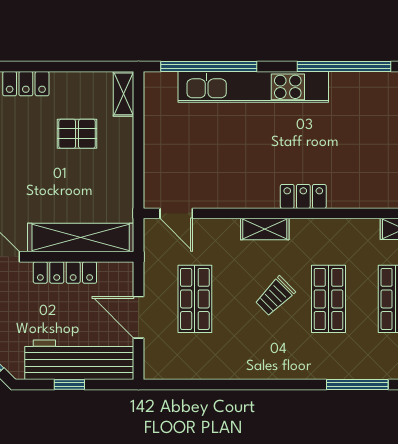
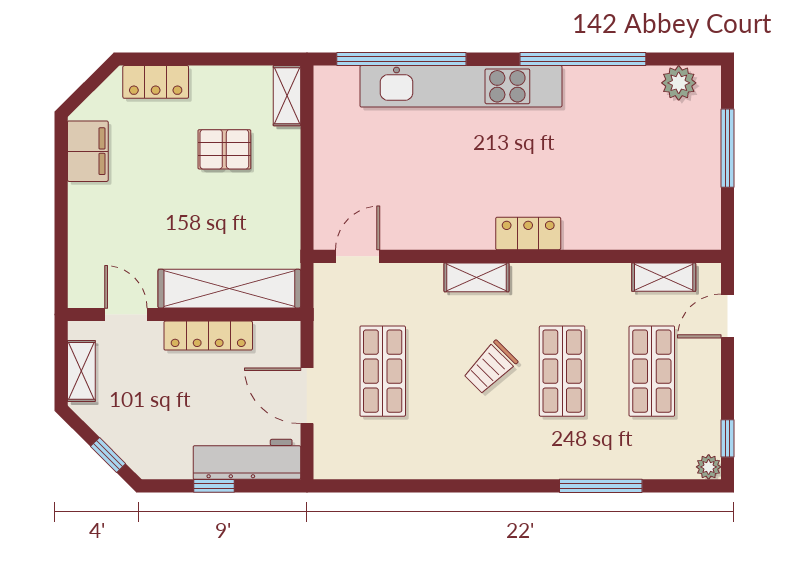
door: (176, 213) -> (358, 256), swing flipped
workbench: (79, 360) -> (247, 459), width x0.73, depth x0.76

